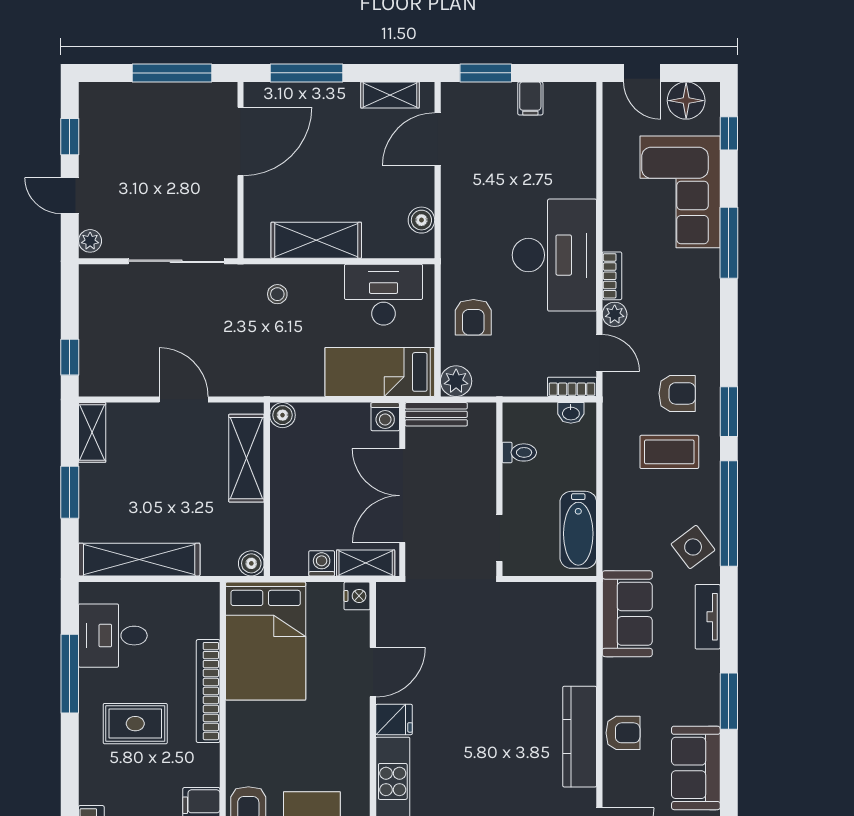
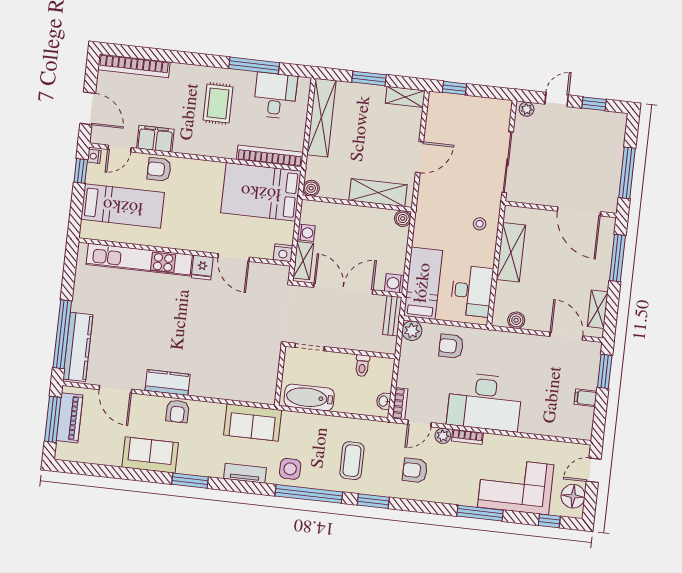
armchair: (677, 393) -> (415, 470), moved, turned 90
side table: (693, 547) -> (290, 469), turned 37
bookcase: (208, 691) -> (270, 156), moved
kitchen counter: (580, 737) -> (168, 382), width x0.67

